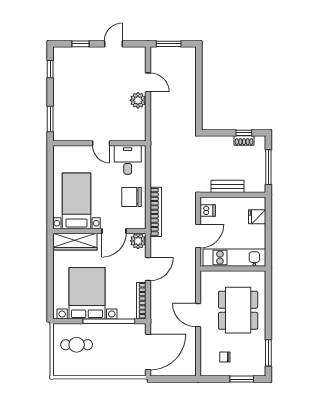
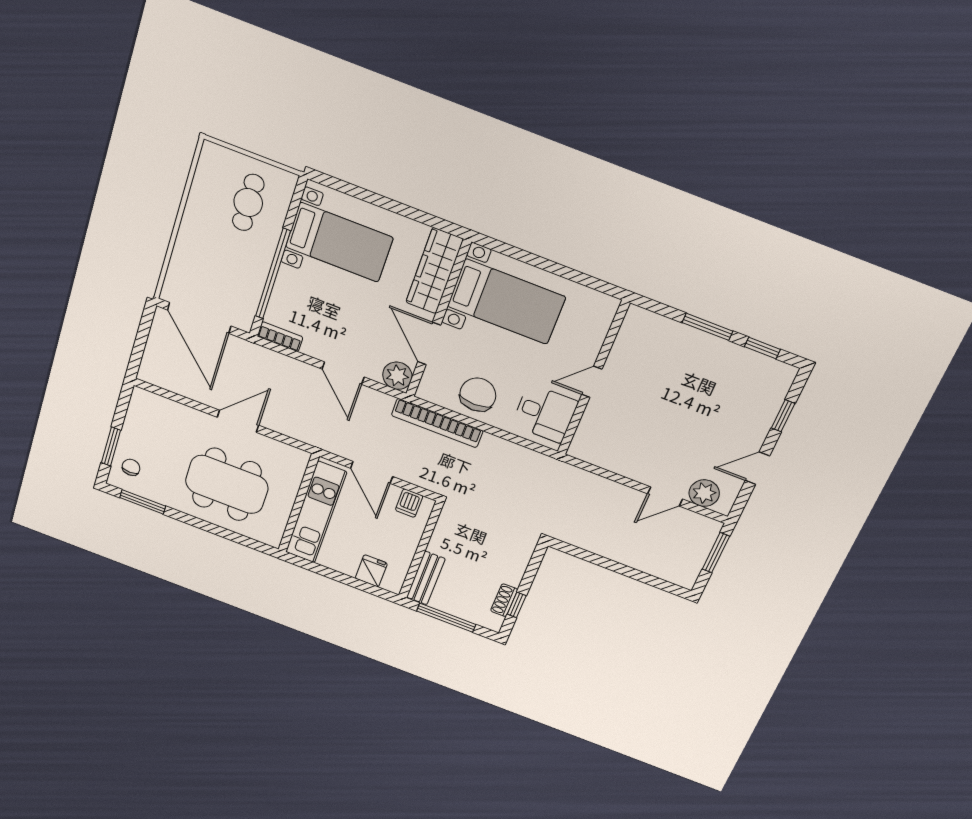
door: (113, 44) -> (757, 468), swing flipped
plant: (138, 100) -> (704, 493), moved
window: (50, 119) -> (708, 327), moved
bench: (227, 186) -> (426, 578), moved
bed with nightstands: (87, 293) -> (339, 242), width x0.73
bookcase: (141, 301) -> (280, 337), width x0.64
chair: (225, 357) -> (131, 467), moved

